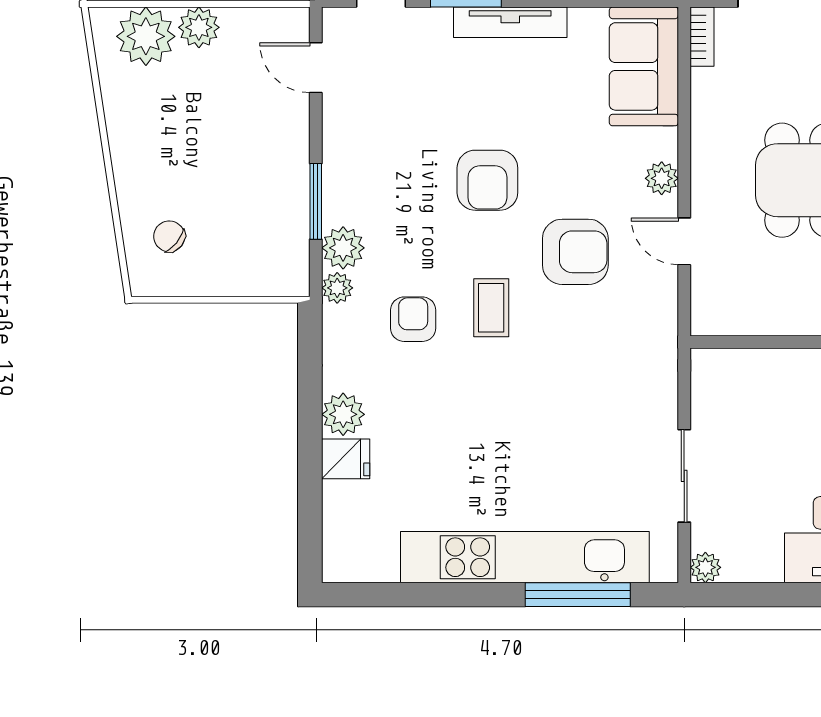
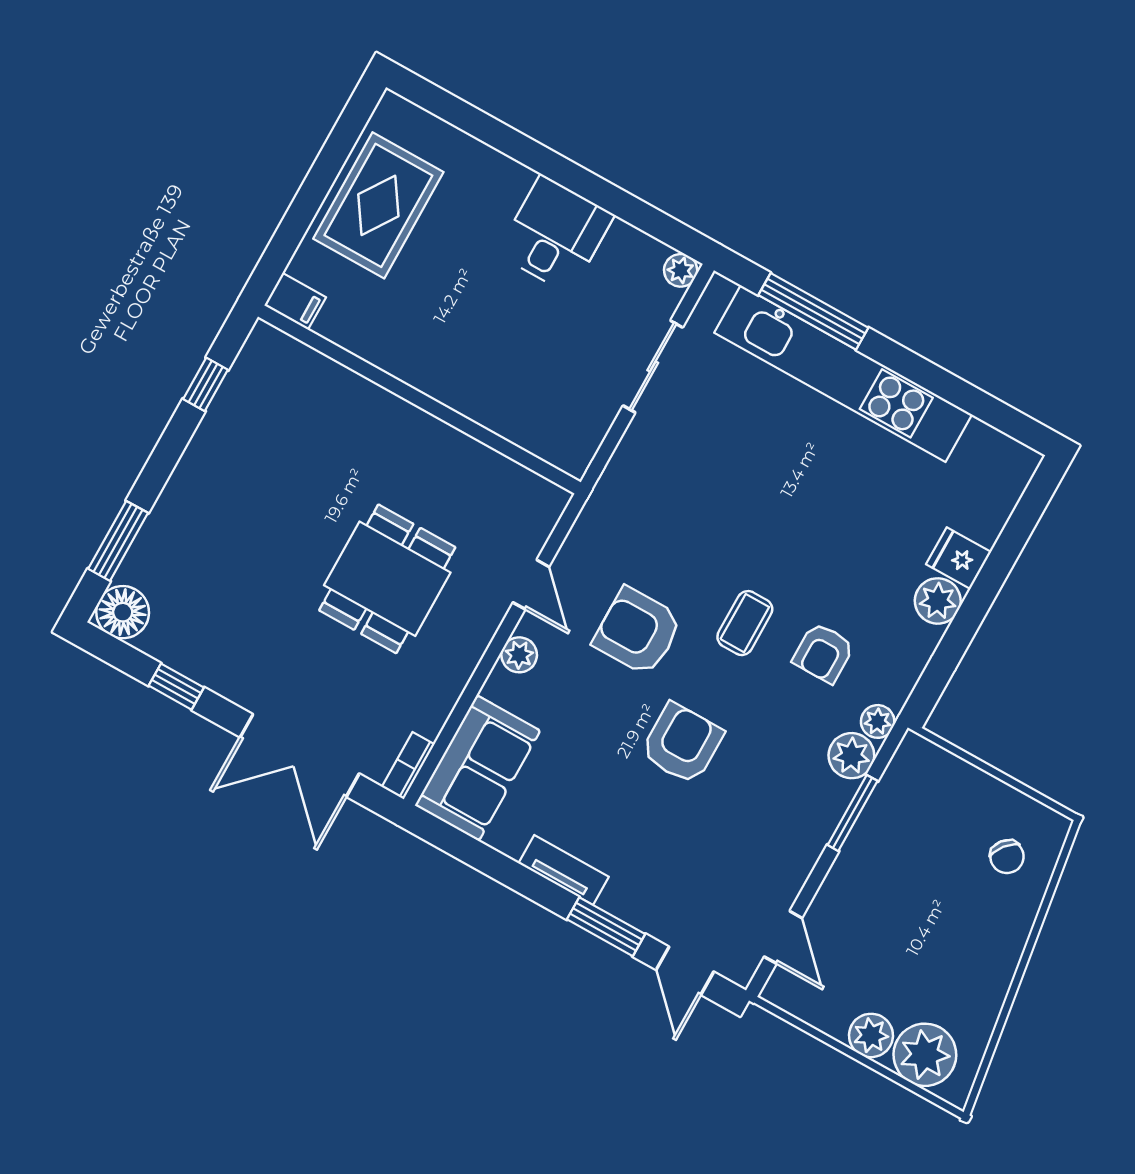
tv unit: (510, 22) -> (564, 870), width x0.71

